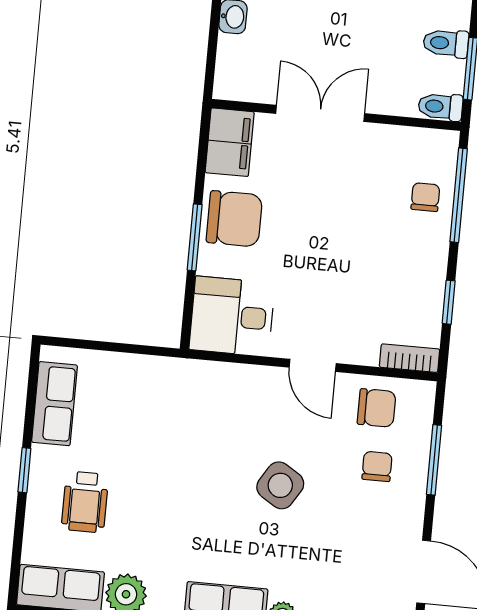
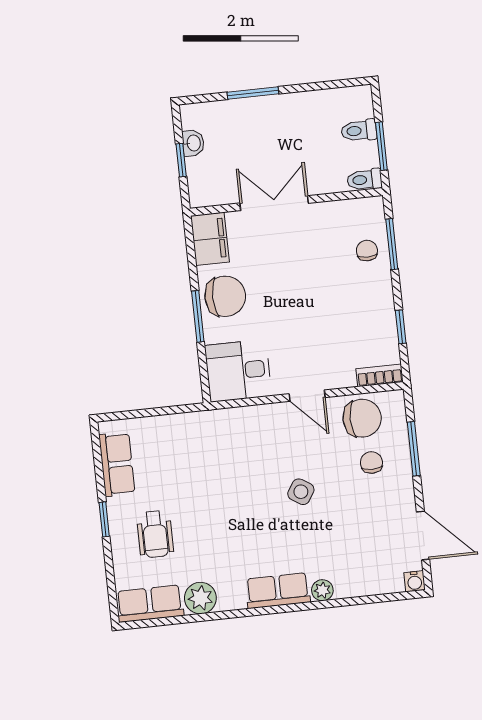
window: (213, 35) -> (181, 160), added
window: (459, 195) -> (392, 244), width x0.69
chair: (377, 408) -> (362, 418), width x1.37, depth x1.37
side table: (280, 485) -> (301, 492), width x0.73, depth x0.73

